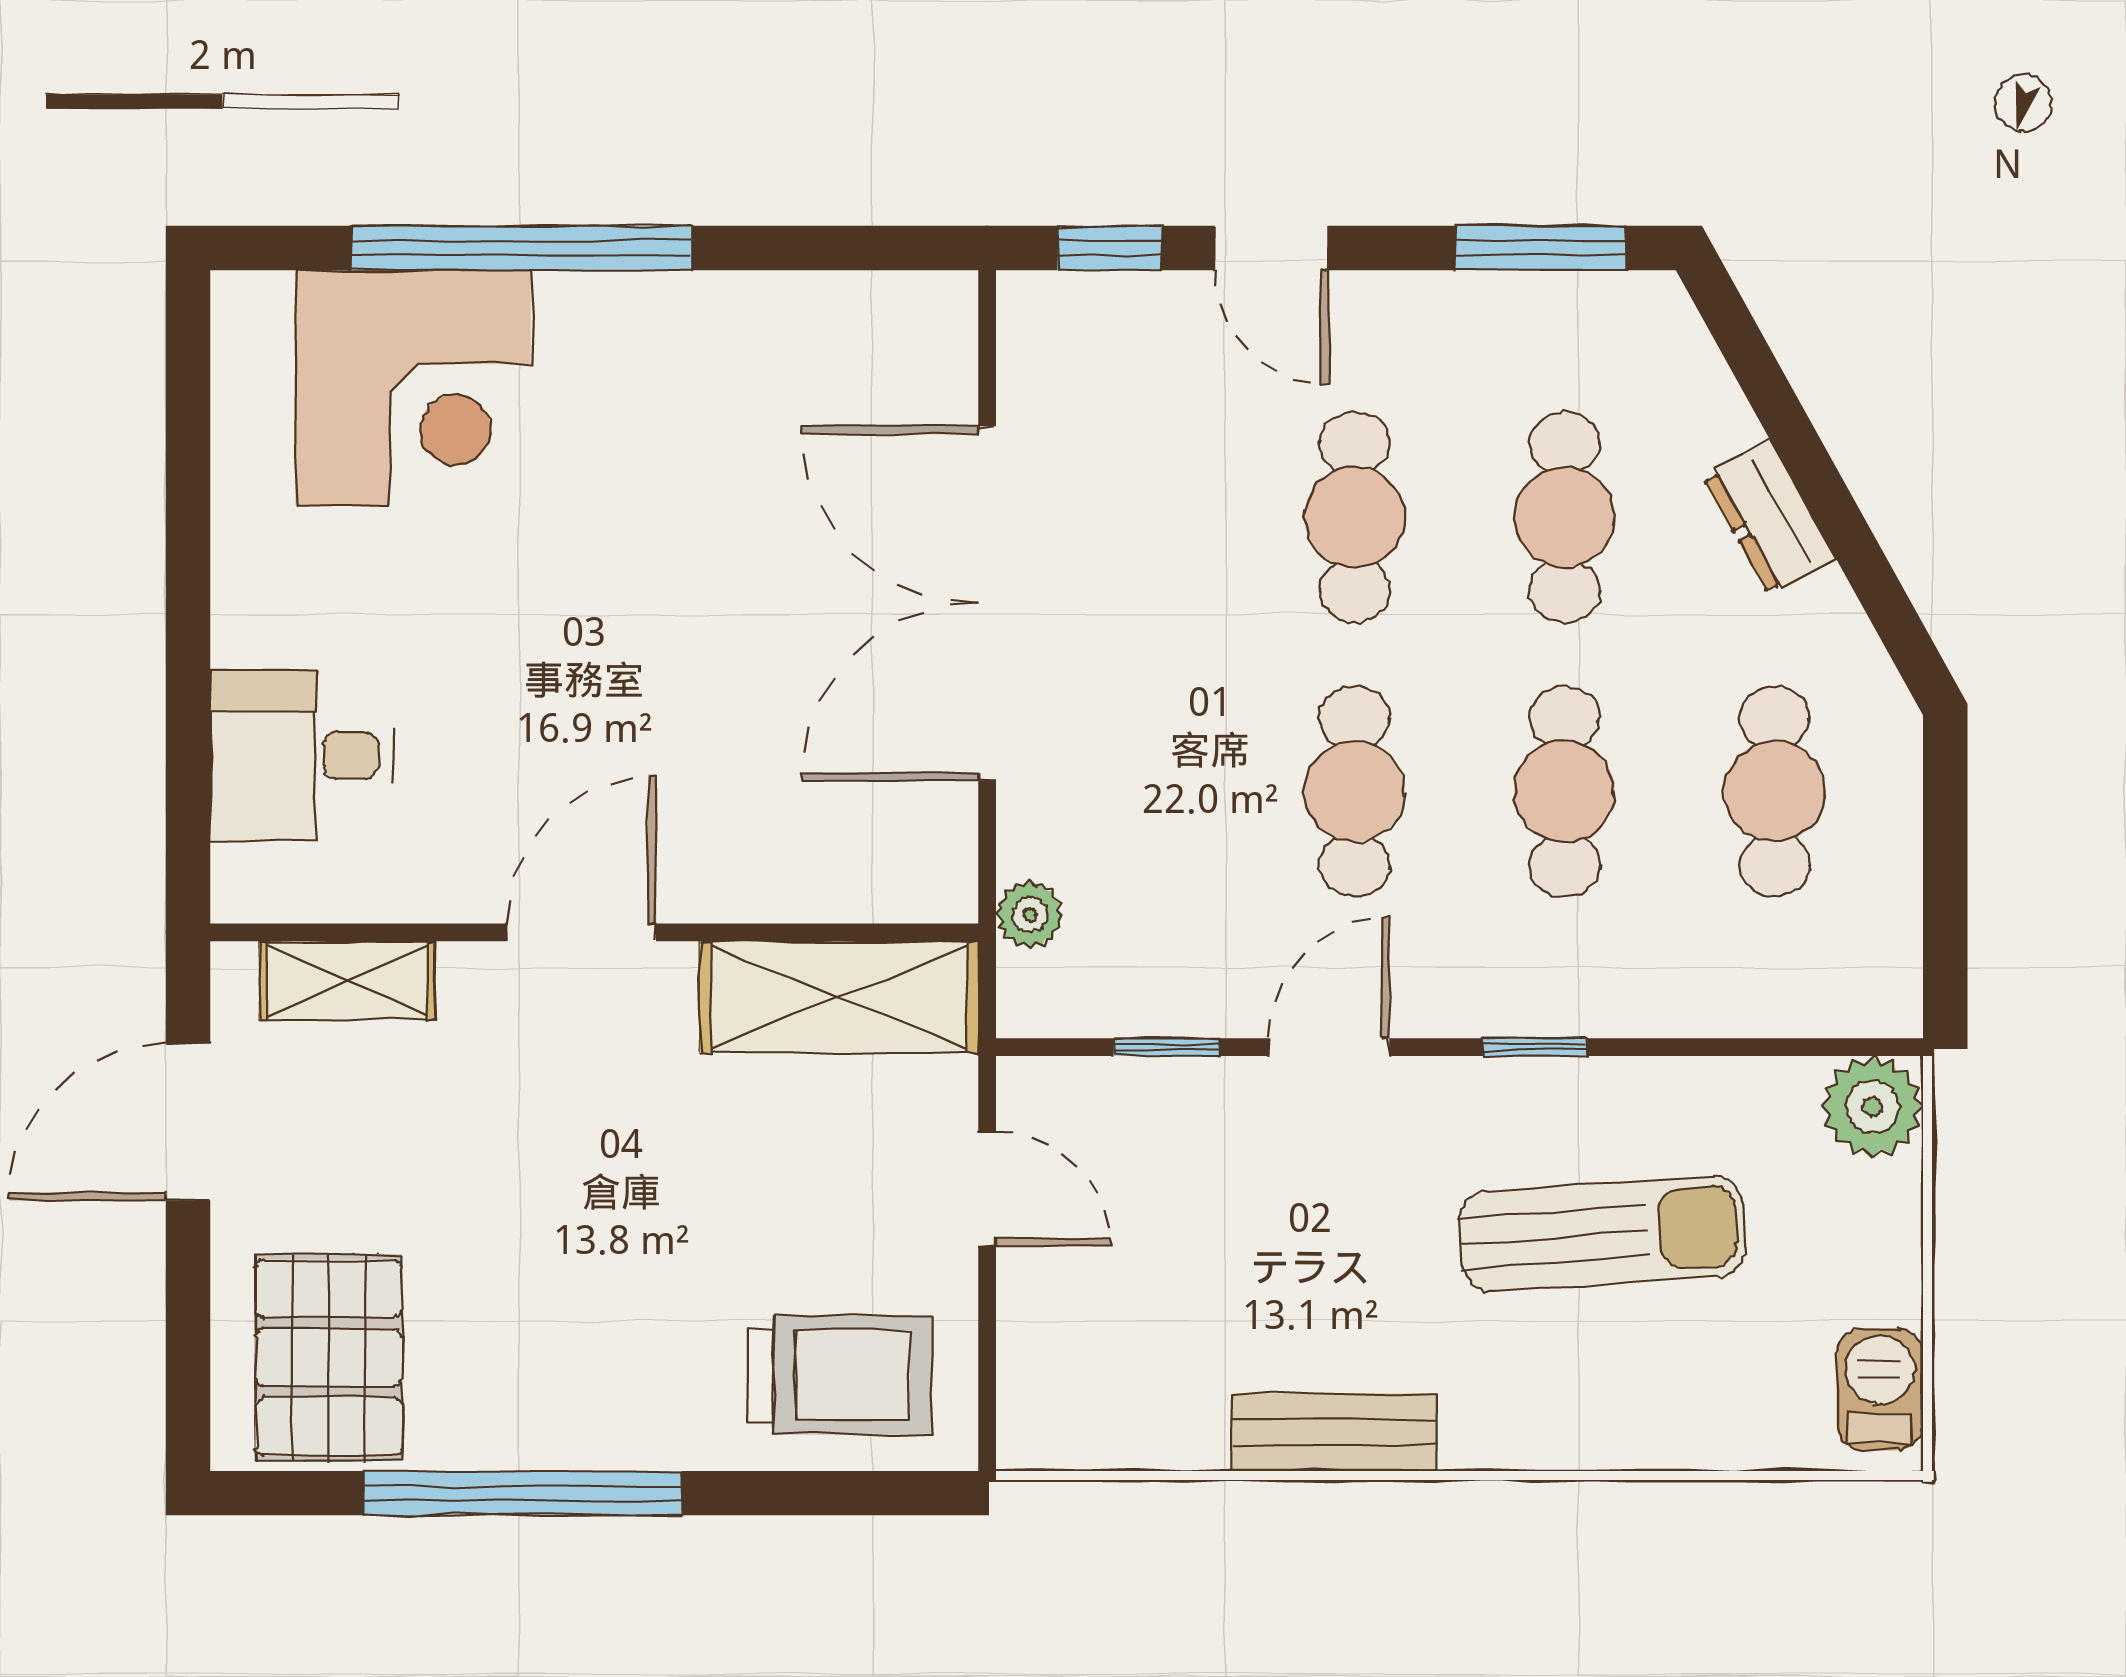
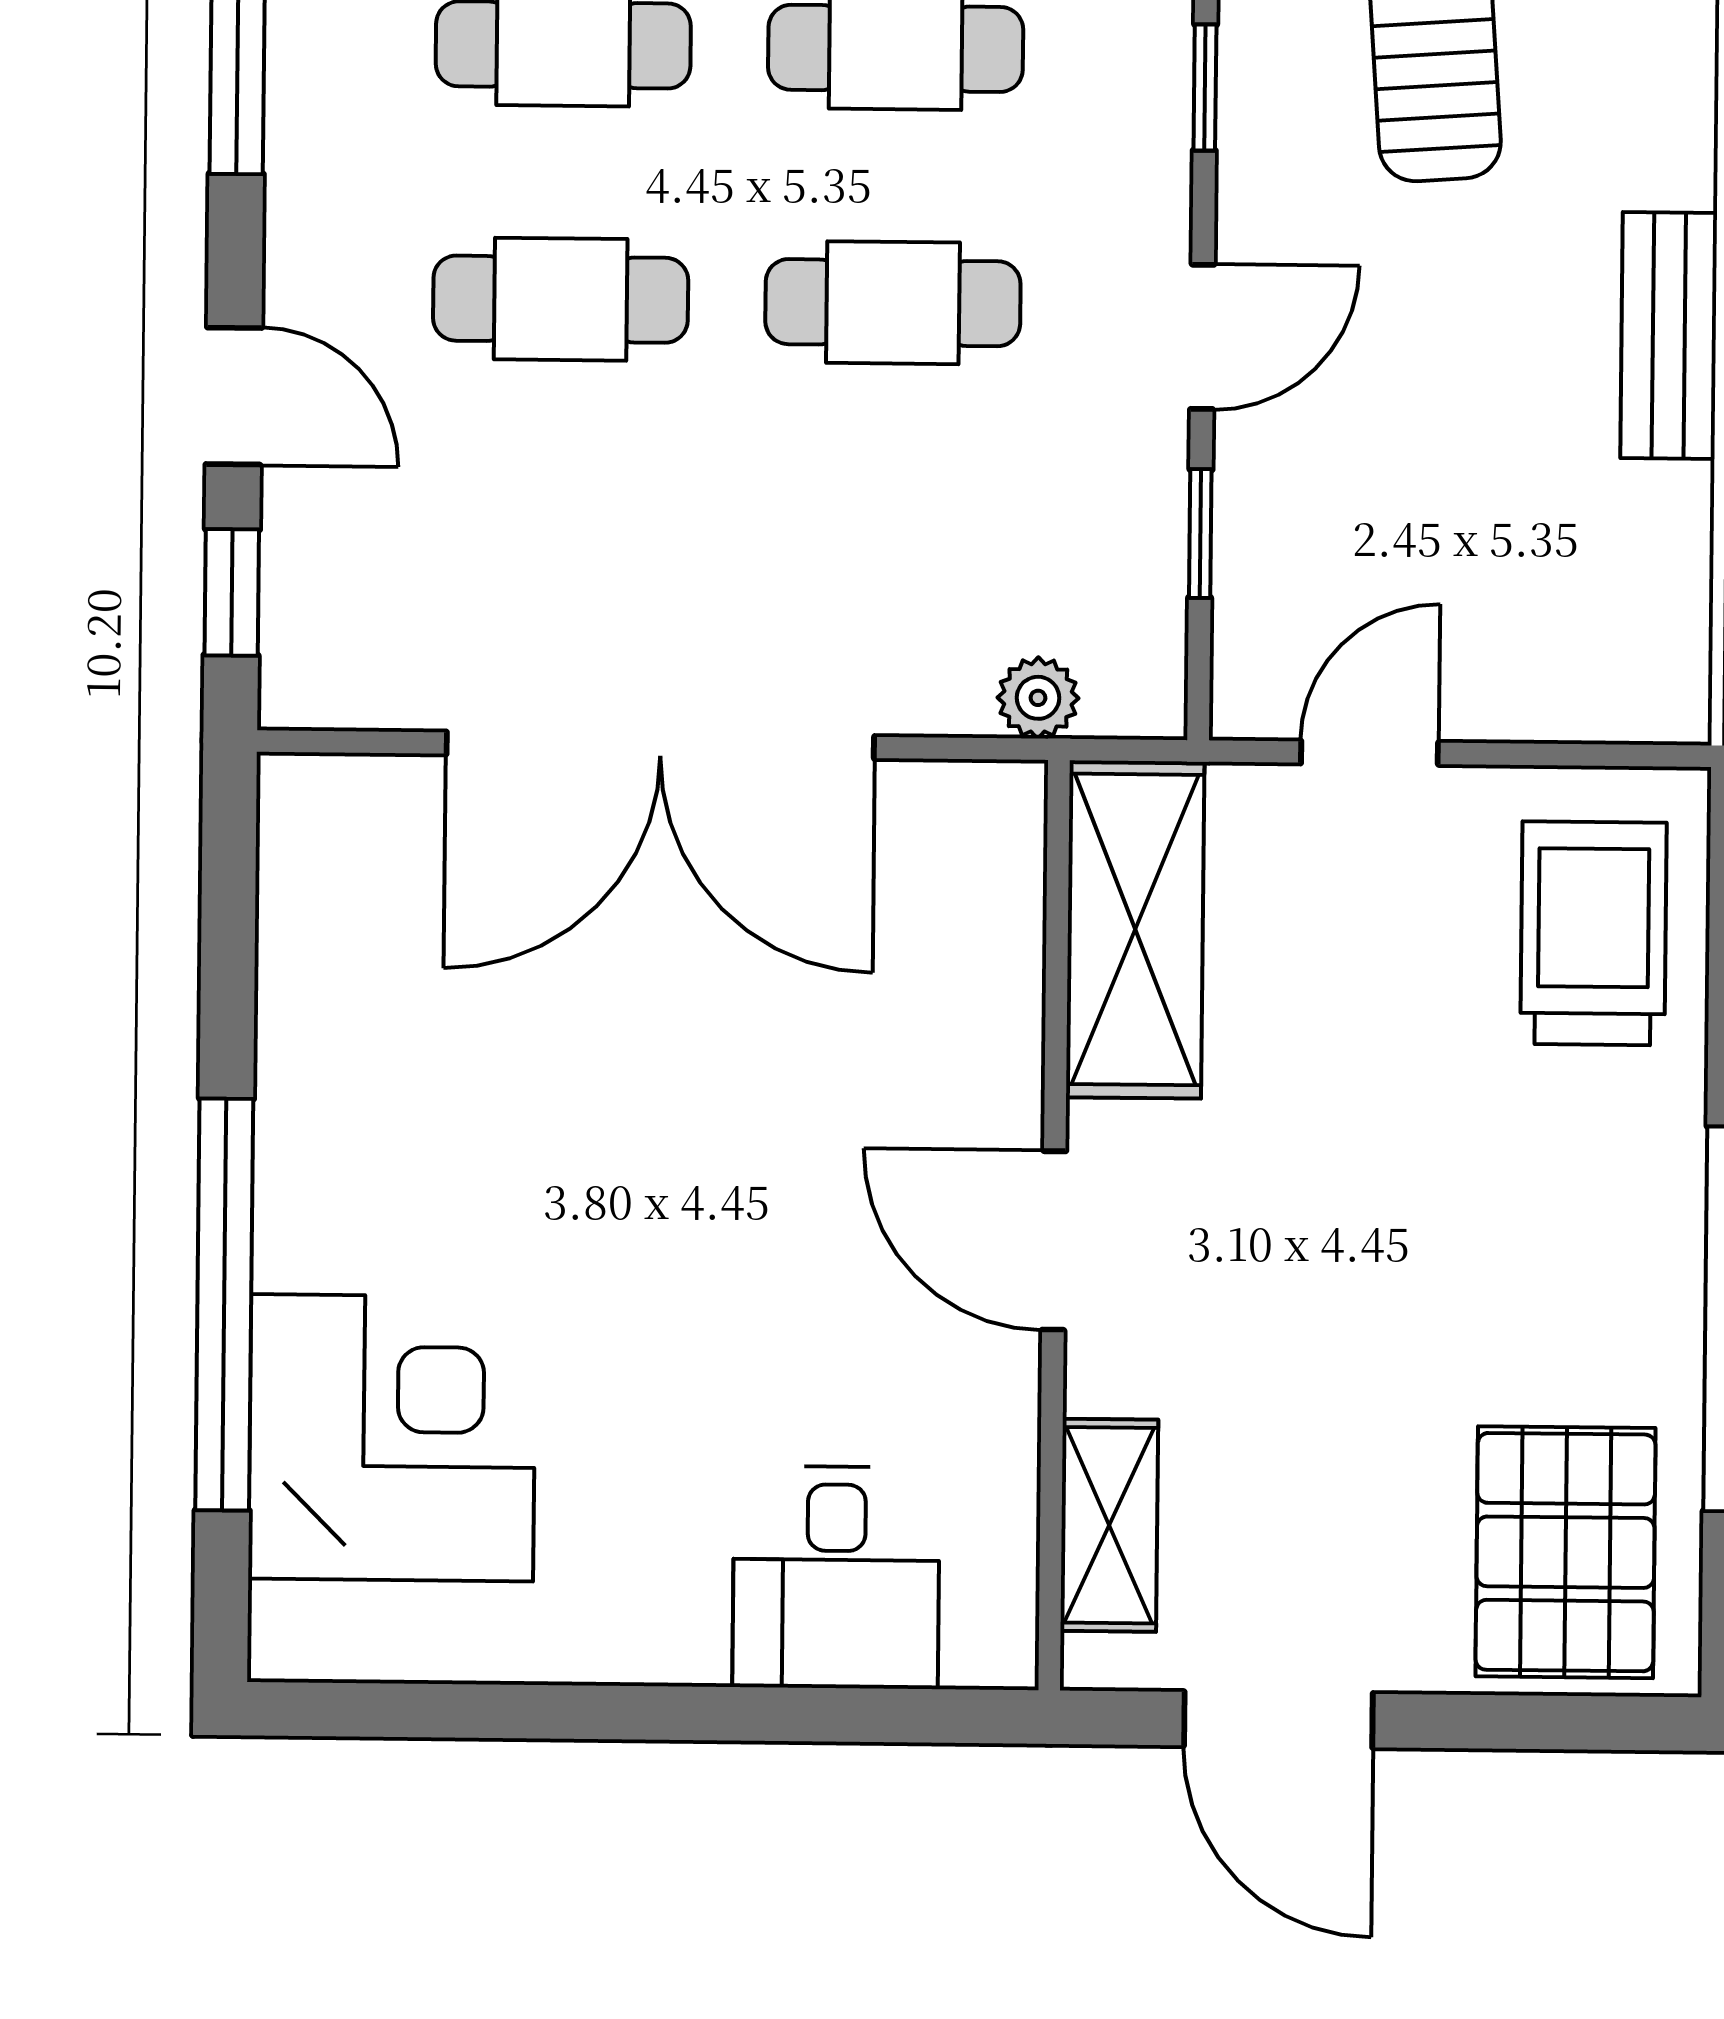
door: (1272, 248) -> (234, 396), hinge flipped
door: (1329, 1047) -> (1202, 337), swing flipped
pallet: (329, 1358) -> (1565, 1552), turned 90

